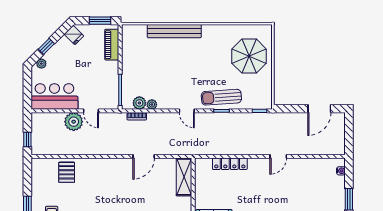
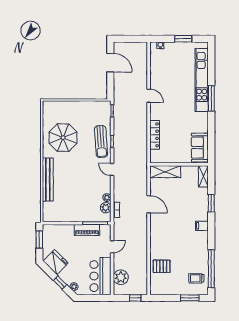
fridge: (74, 35) -> (56, 262), width x1.88, depth x1.34
piano: (112, 45) -> (87, 230), moved
parasol: (249, 56) -> (63, 138), moved
door: (187, 111) -> (112, 169), swing flipped
plant: (74, 122) -> (121, 277), moved

